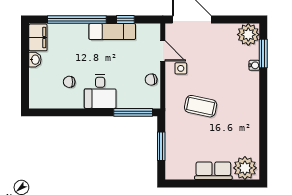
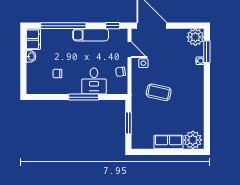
window: (125, 20) -> (113, 26), moved
desk: (100, 91) -> (94, 81), moved
window: (133, 112) -> (84, 97), moved

